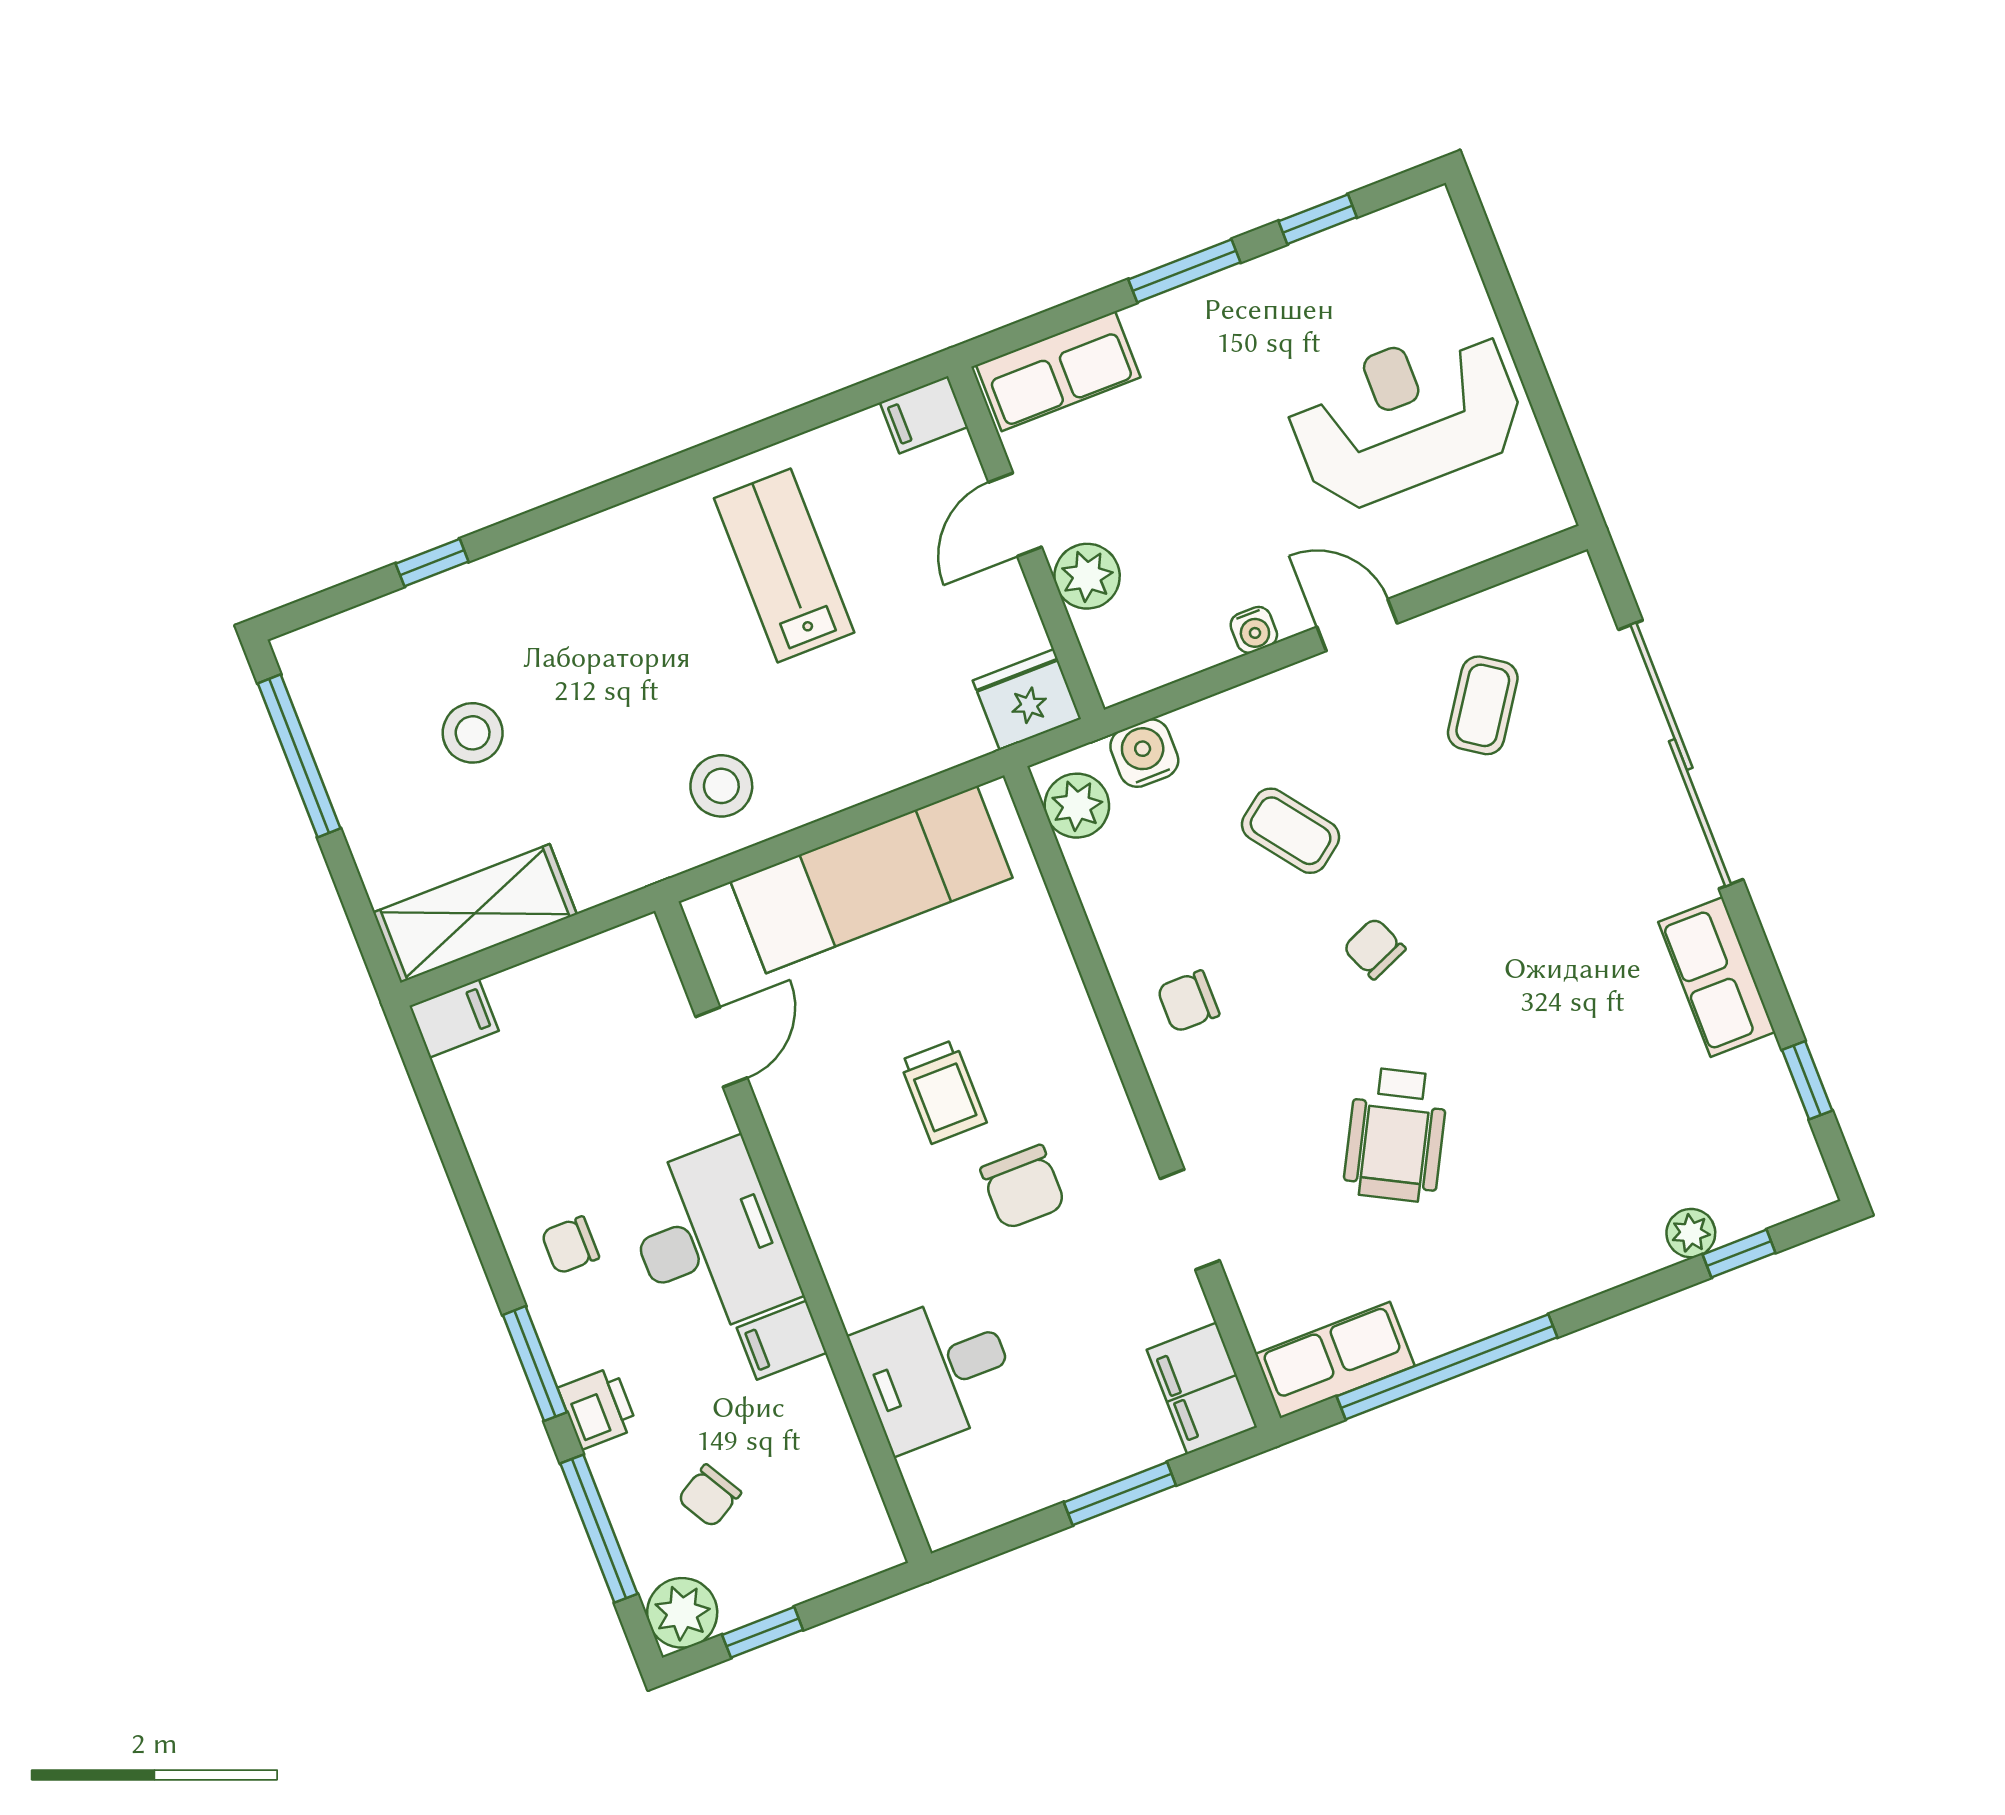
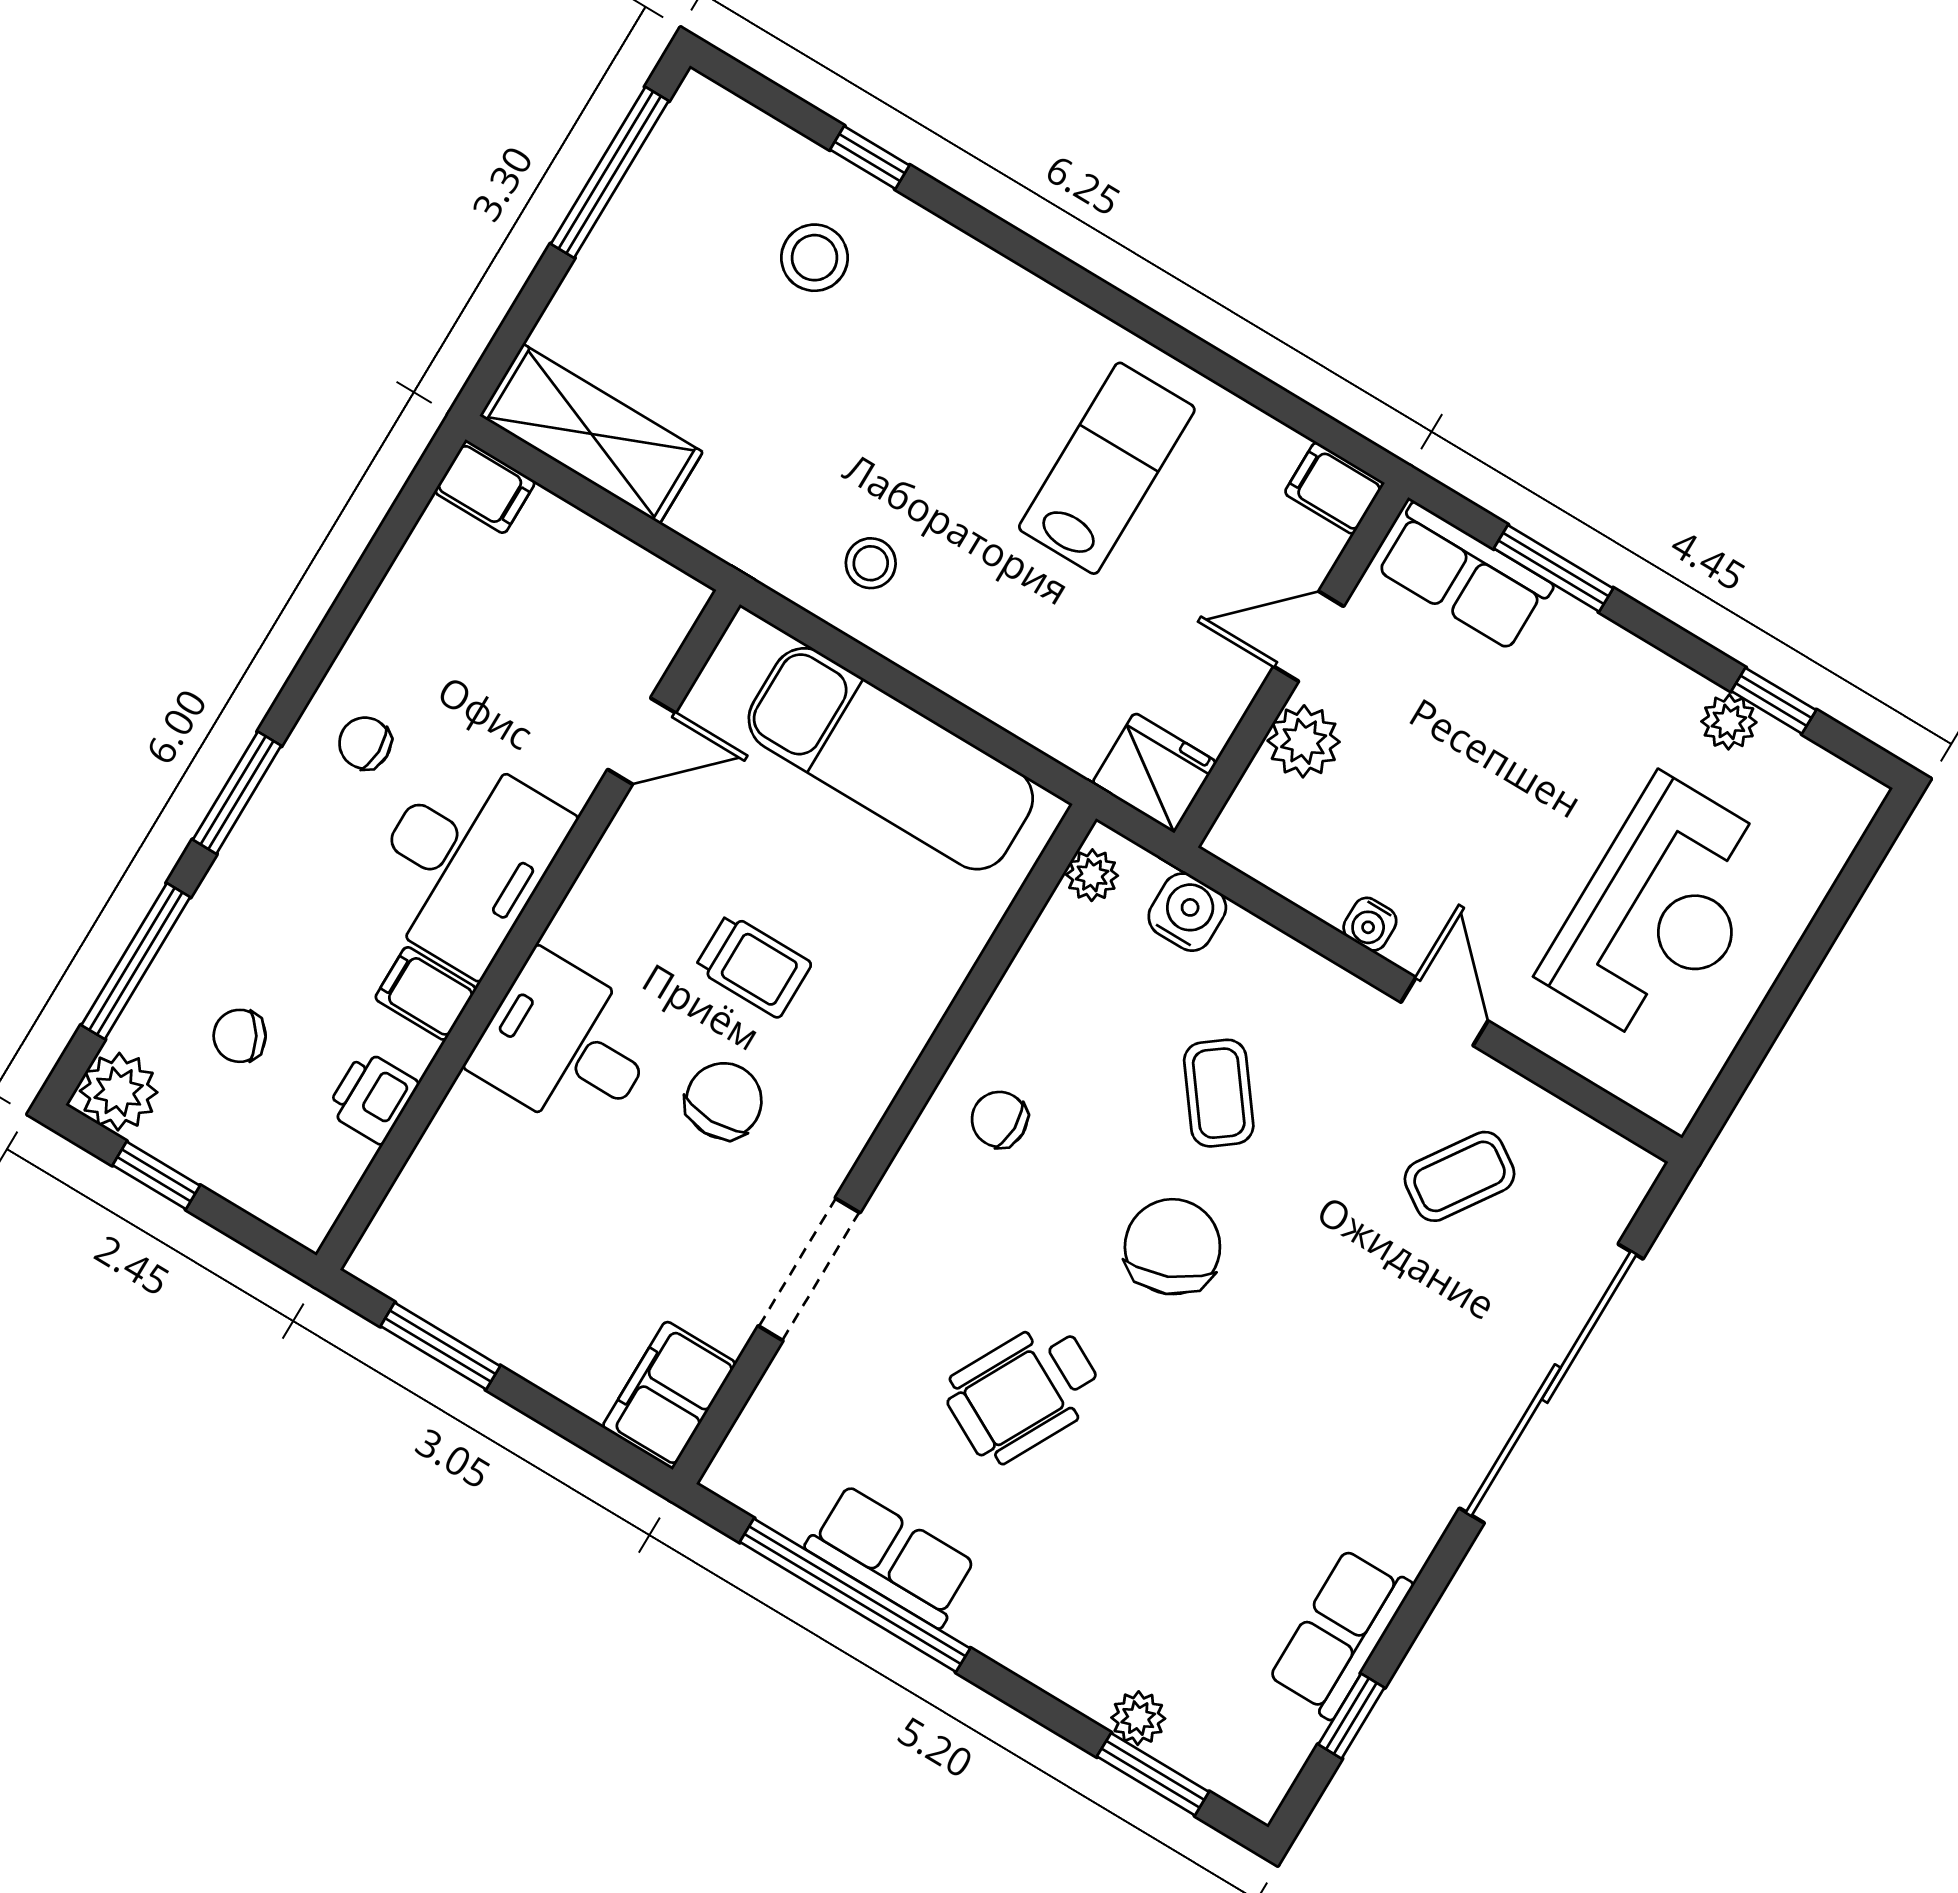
plant: (1308, 263) -> (1729, 722), added
window: (1184, 271) -> (1553, 568), moved
reception desk: (1406, 416) -> (1661, 912), turned 90
stool: (473, 733) -> (814, 258), moved
stool: (721, 786) -> (871, 563), width x0.73, depth x0.73
plant: (1077, 806) -> (1092, 875), width x0.73, depth x0.73
chair: (1374, 948) -> (1172, 1247), width x1.87, depth x1.87
row of seats: (1717, 977) -> (1340, 1633), moved
trolley: (943, 1092) -> (753, 966), turned -90
chair: (1023, 1187) -> (724, 1101), turned 180
doorway: (1190, 1220) -> (809, 1269), width x1.38
window: (1739, 1254) -> (1153, 1774), width x1.50
row of seats: (1335, 1360) -> (891, 1556), moved
desk: (936, 1371) -> (566, 1045), moved
printer: (598, 1408) -> (372, 1097), moved, turned 180
window: (1120, 1494) -> (440, 1346), moved

